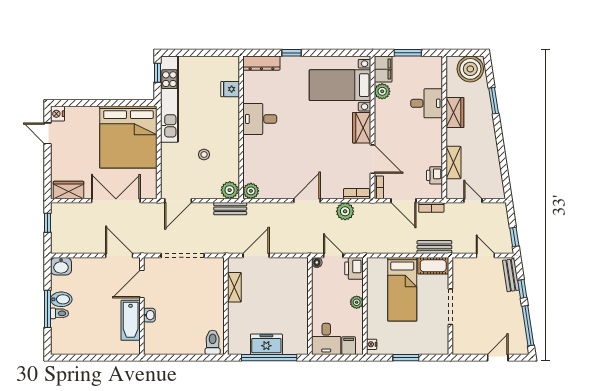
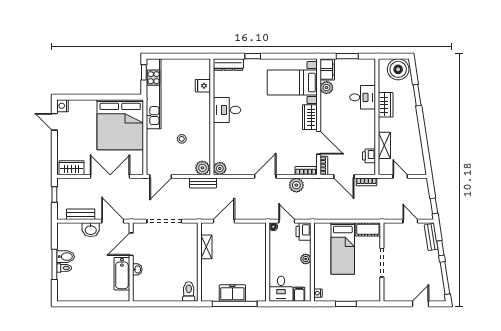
bench: (434, 247) -> (81, 214), moved
washbasin: (61, 266) -> (91, 230), moved

